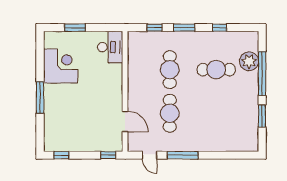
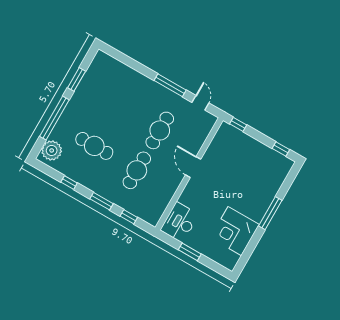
window: (75, 28) -> (190, 252), moved
plant: (249, 61) -> (52, 150), moved
door: (125, 122) -> (193, 167), moved

